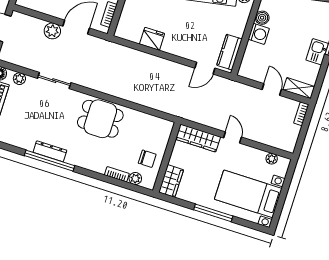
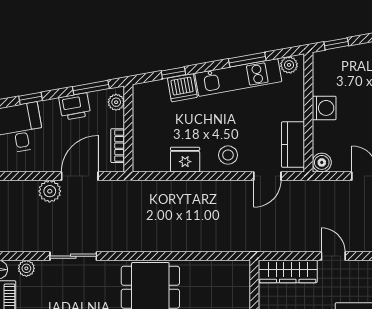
boiler: (262, 18) -> (322, 162), moved
stool: (183, 45) -> (228, 155), added

